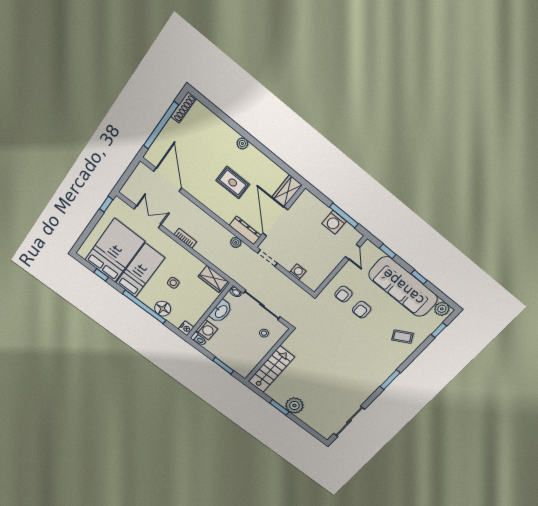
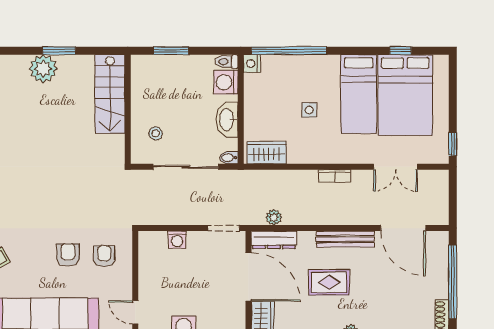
bench: (205, 199) -> (345, 239), added
window: (144, 307) -> (289, 51), moved
floor lamp: (163, 309) -> (298, 67), removed

